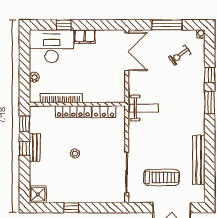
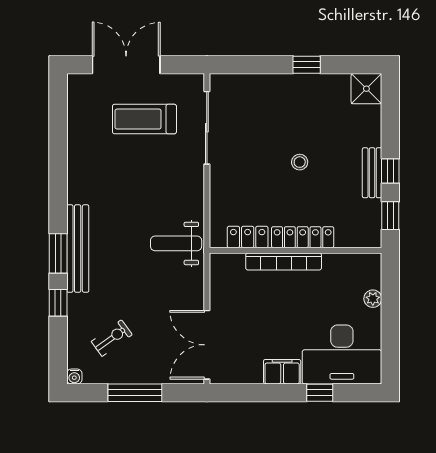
bookcase: (61, 98) -> (284, 262), moved
bench: (199, 160) -> (78, 248), moved

